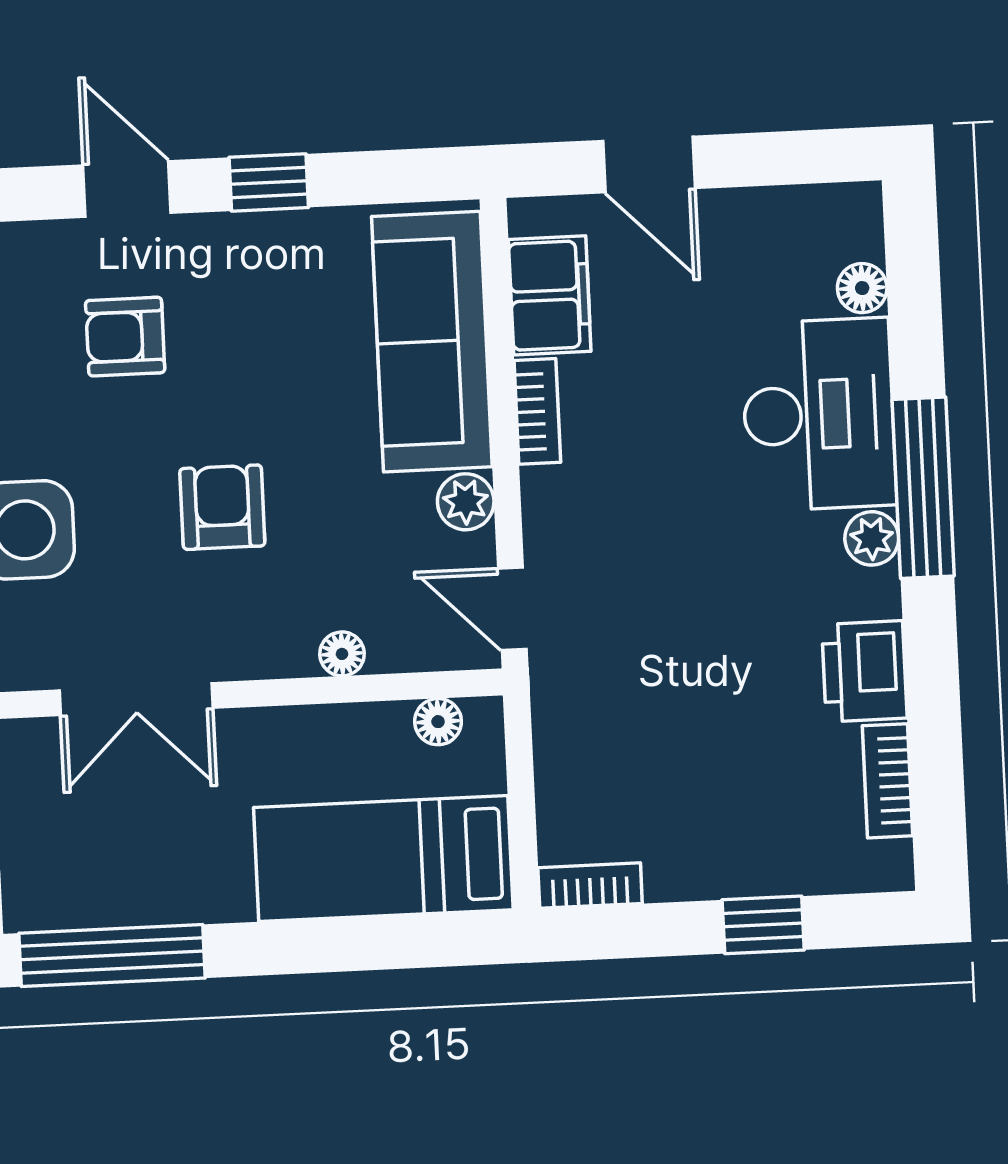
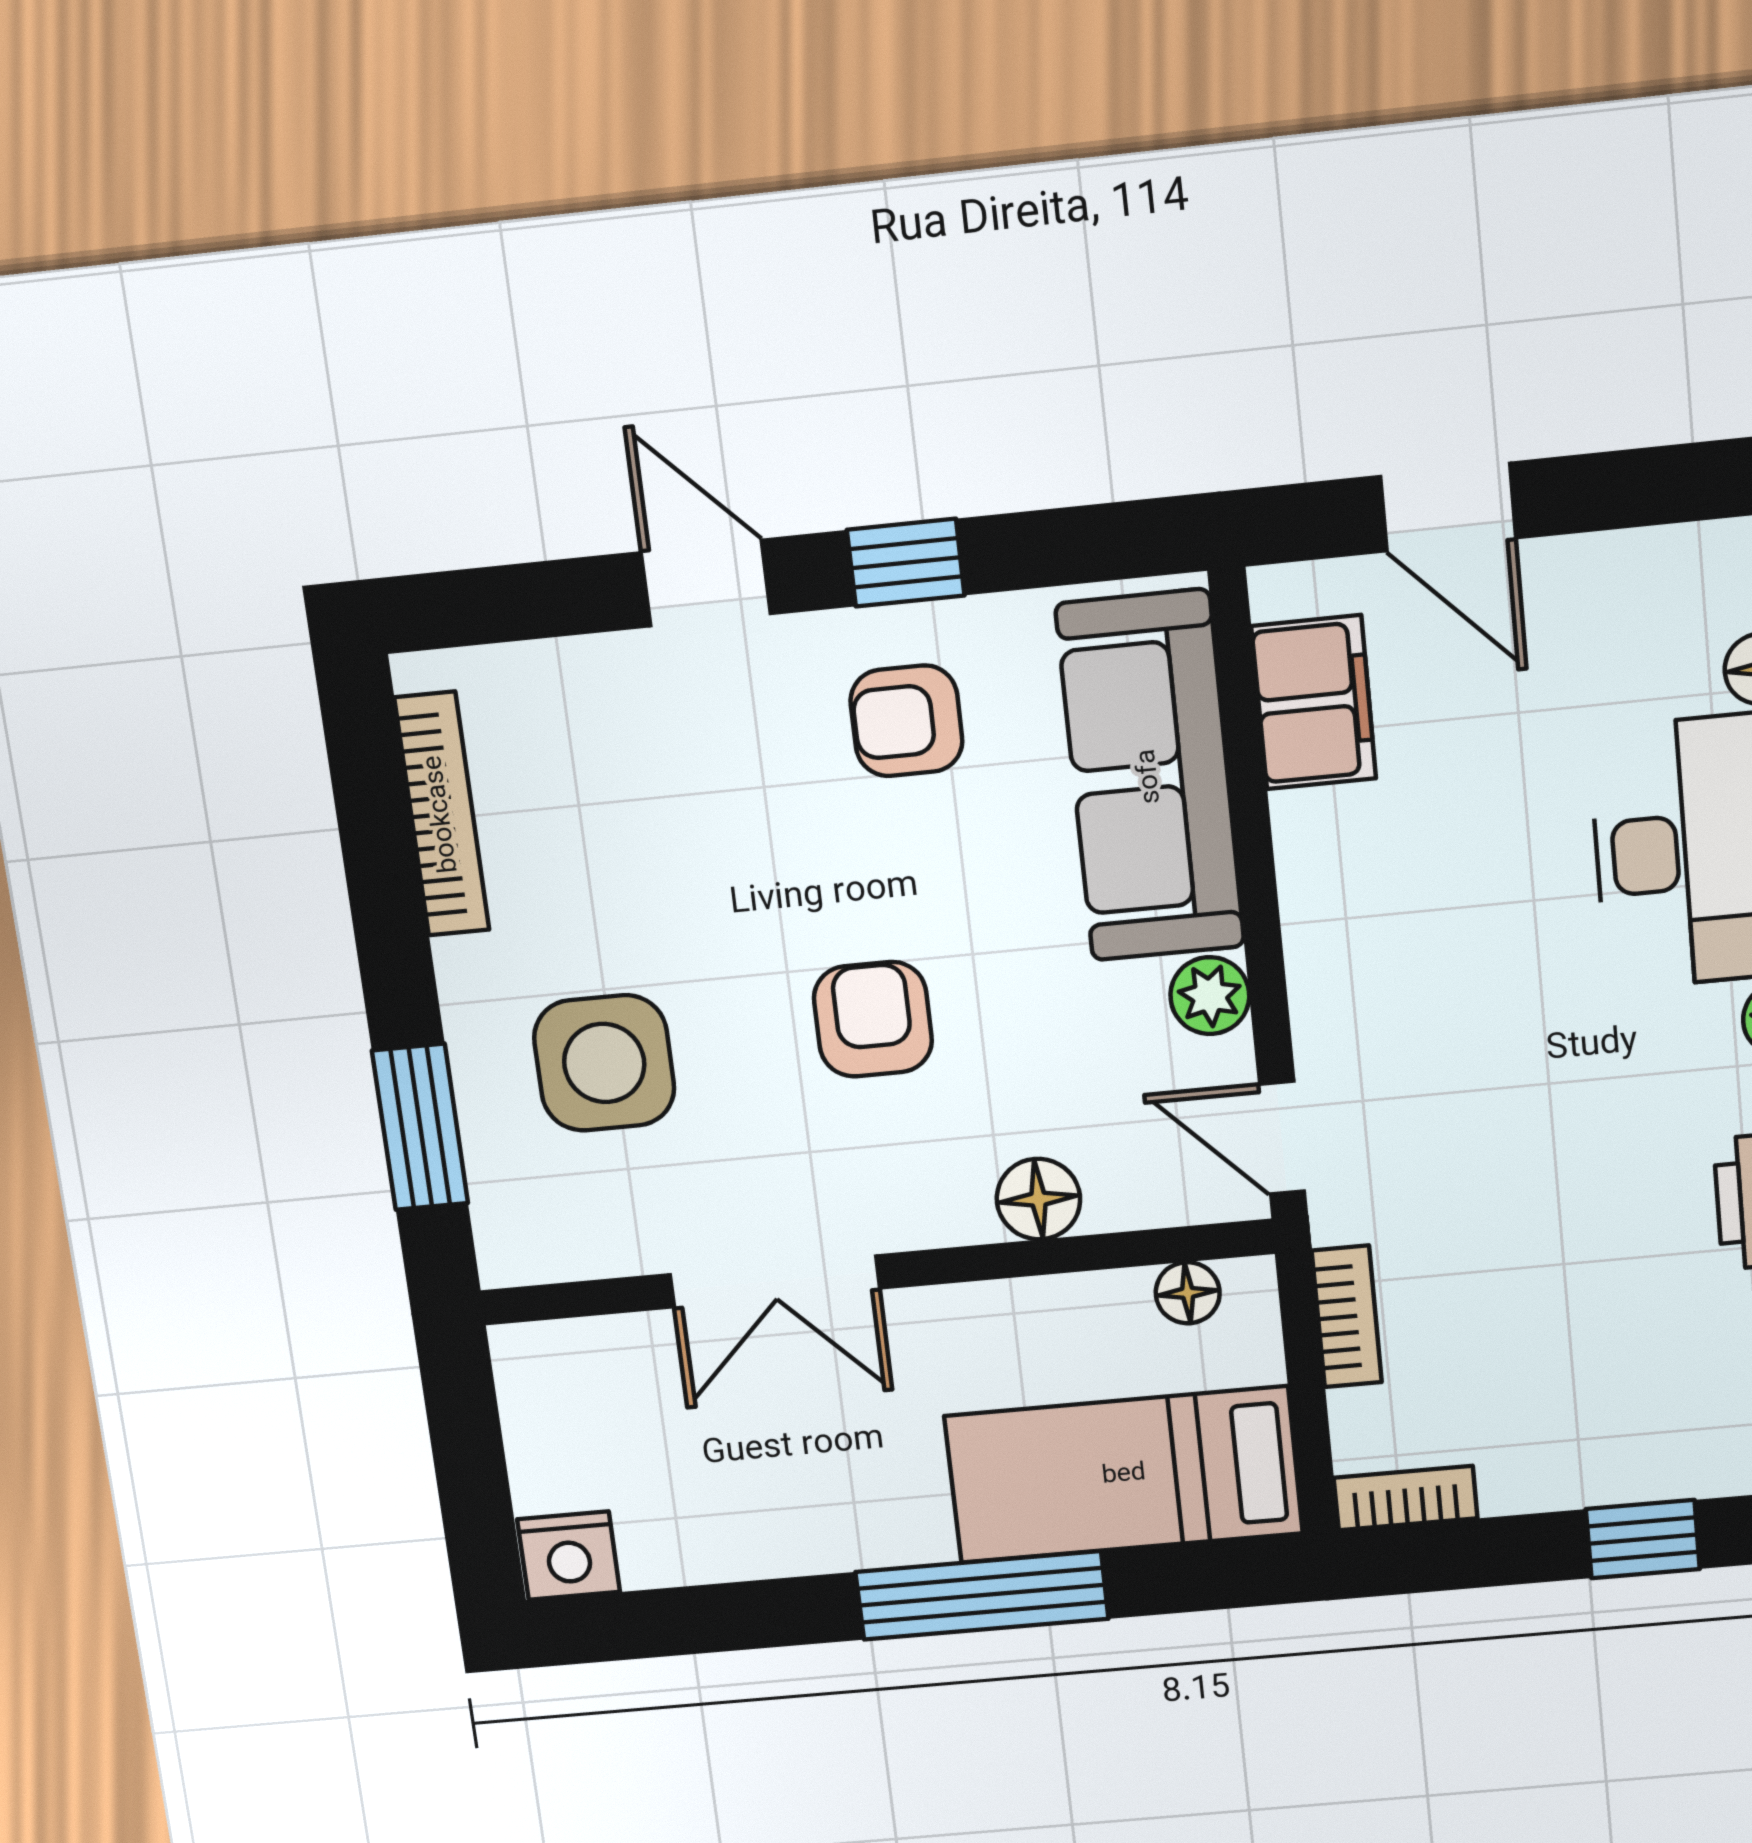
armchair: (125, 337) -> (906, 721), moved
bookcase: (537, 411) -> (1347, 1316), moved
floor lamp: (342, 654) -> (1038, 1199), width x1.37, depth x1.37
window: (112, 956) -> (982, 1595), moved

